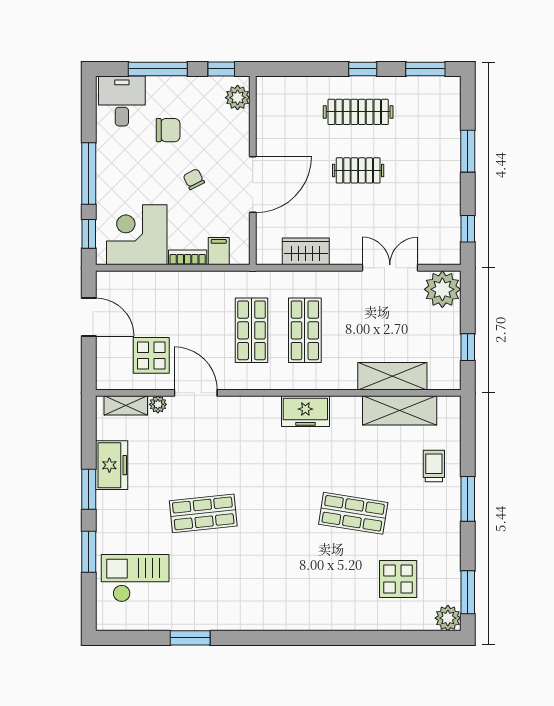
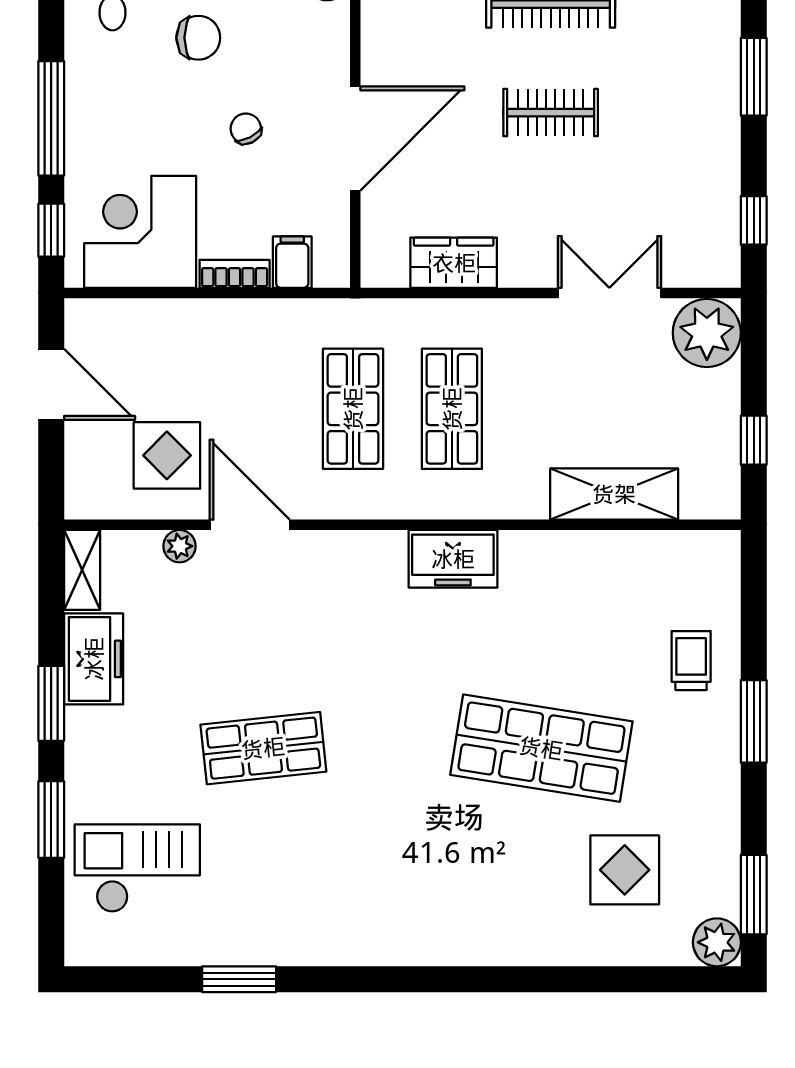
shelving: (126, 405) -> (82, 570), moved, turned 90
shelving: (400, 410) -> (628, 557), removed
shop shelf: (353, 513) -> (541, 748), width x1.43, depth x1.36

